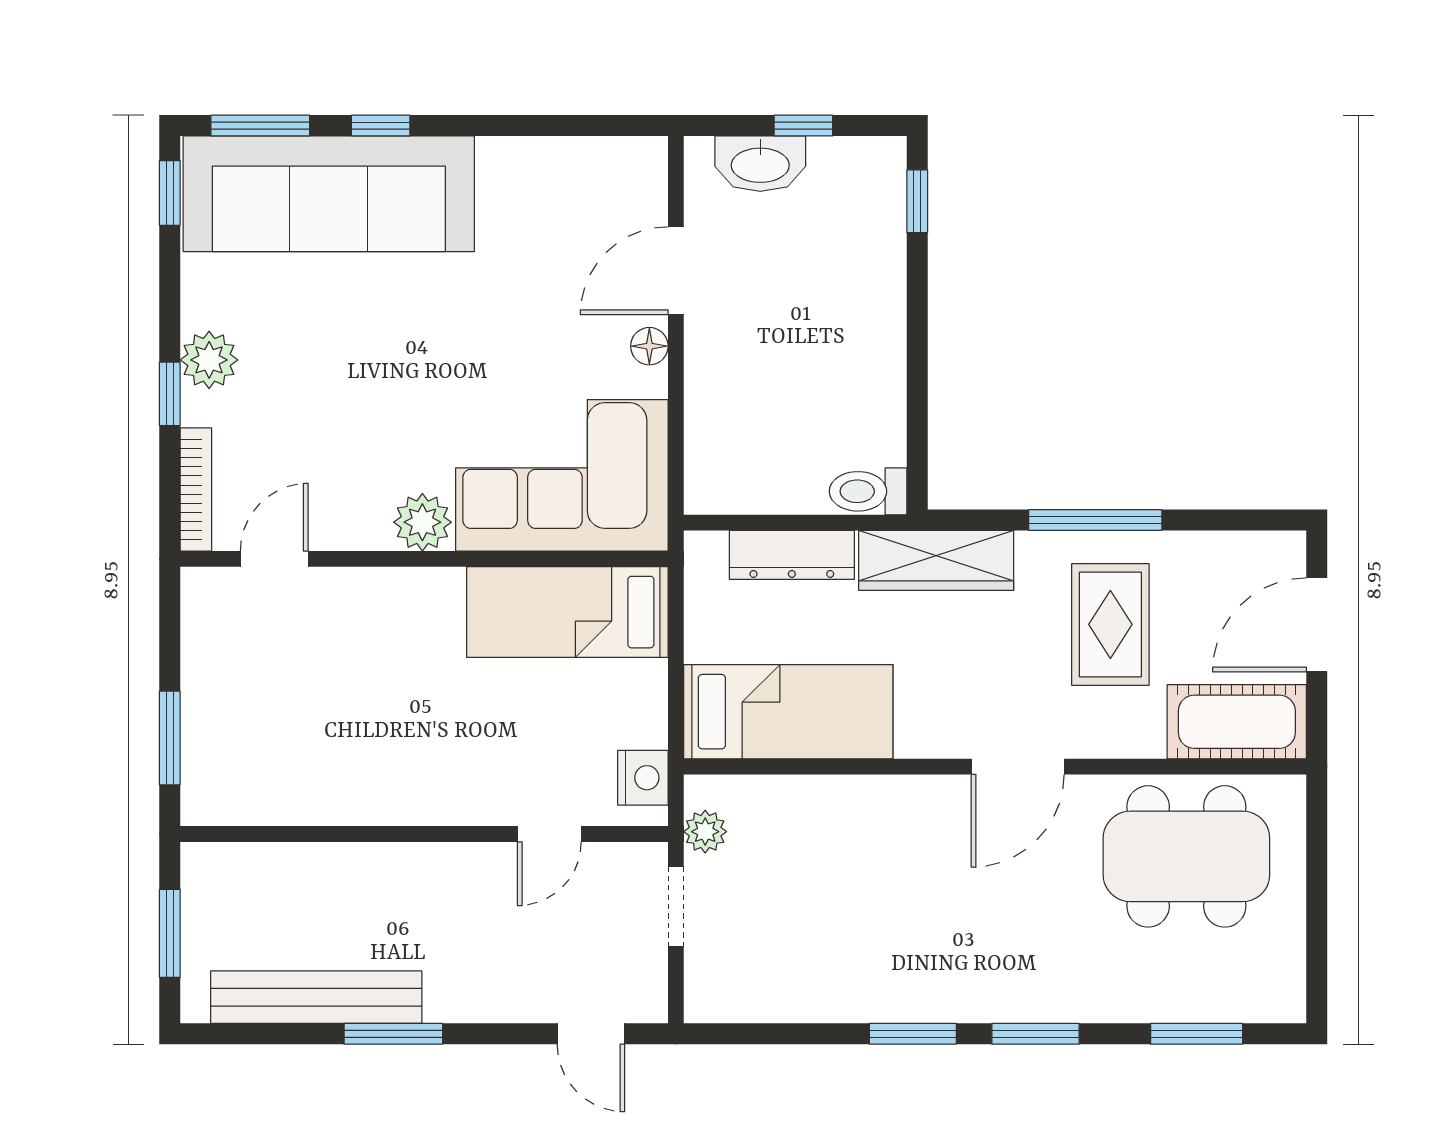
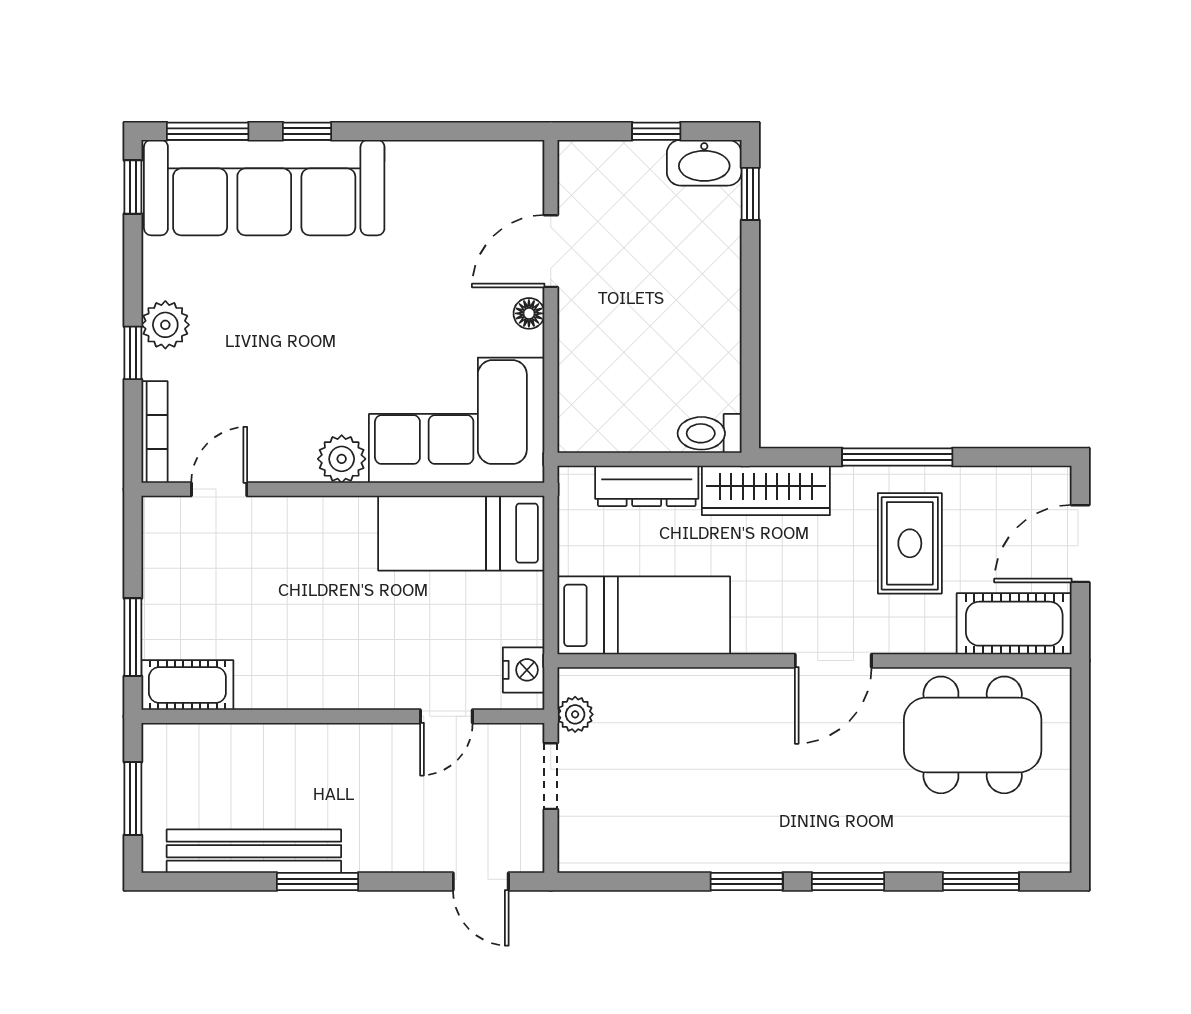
washbasin: (760, 164) -> (704, 163), moved
cot: (236, 796) -> (187, 685), added

